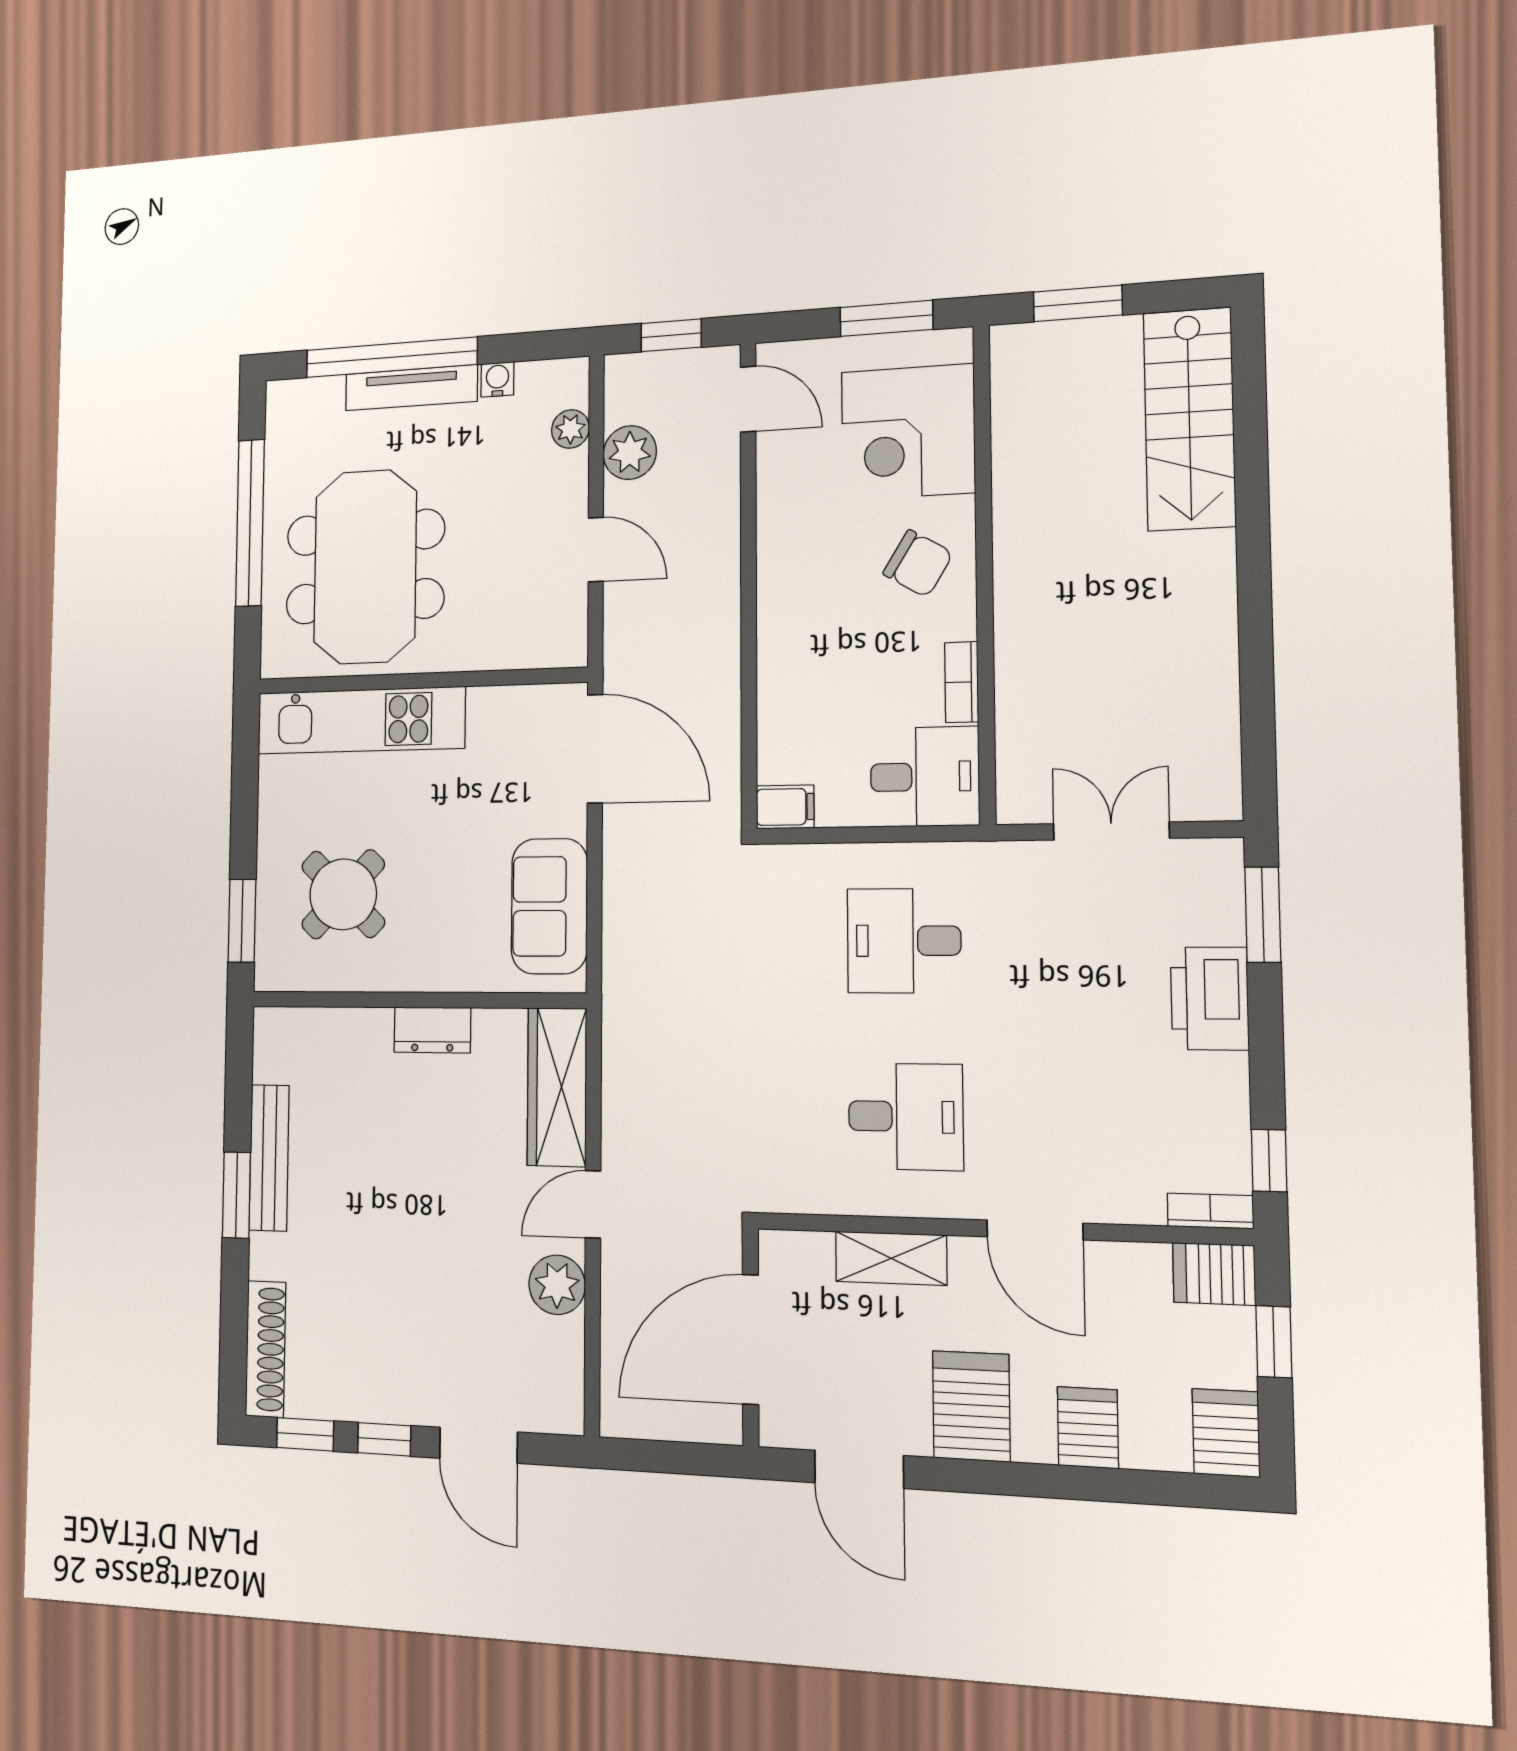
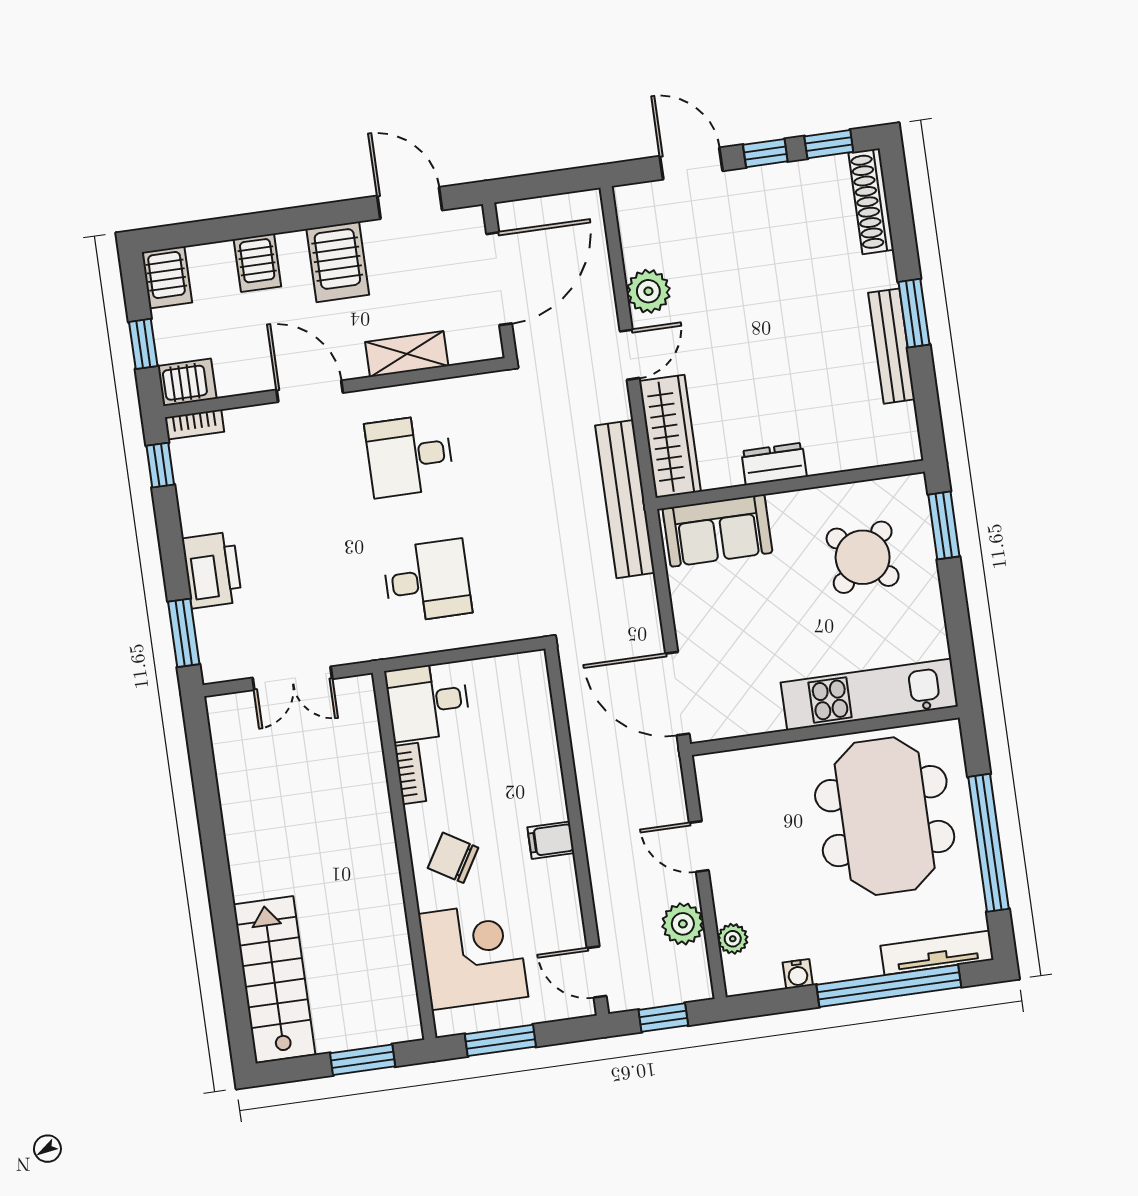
tv unit: (411, 388) -> (937, 953), moved
filing cabinet: (785, 807) -> (551, 840), moved
sofa: (549, 906) -> (717, 531), moved, turned 90
bench: (626, 1013) -> (625, 499), added

